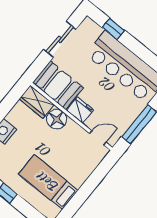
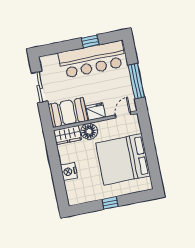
window: (113, 29) -> (90, 41), moved
bed: (48, 182) -> (123, 159), width x2.04

